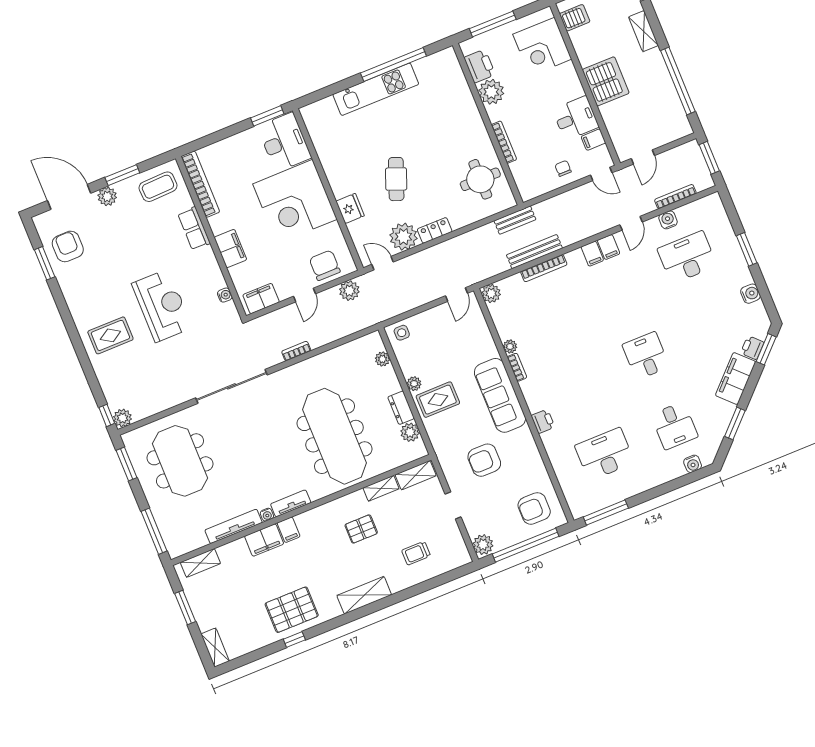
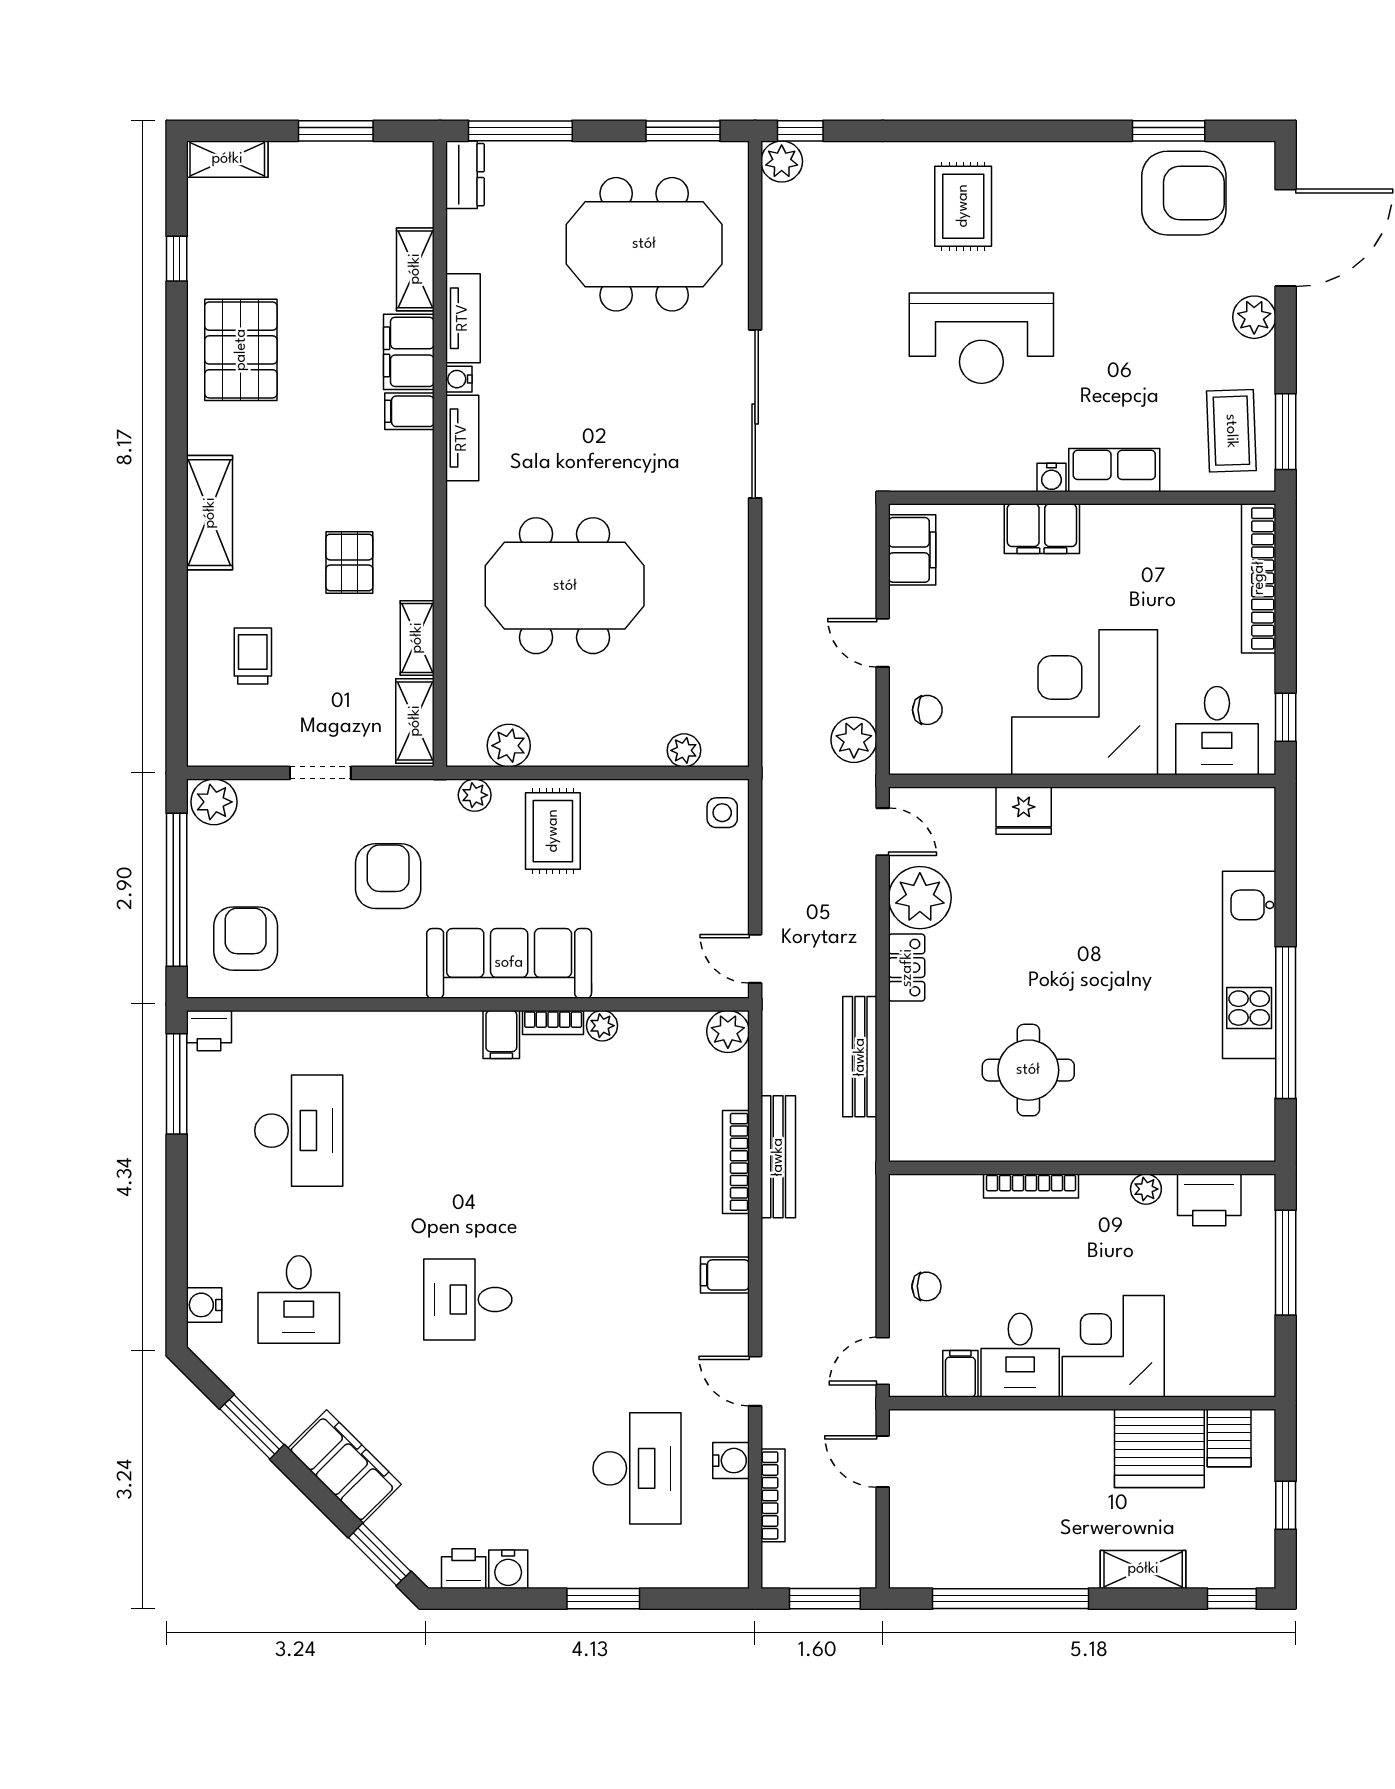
corner desk: (542, 47) -> (1113, 1346), moved
server rack: (606, 81) -> (1159, 1448), moved
plant: (491, 92) -> (1146, 1189), width x0.53, depth x0.53
window: (267, 116) -> (1286, 717), width x0.67
desk: (284, 142) -> (1217, 731), width x0.73
window: (122, 175) -> (1286, 432), moved
cafe table: (396, 179) -> (1046, 931), removed
round table: (480, 179) -> (1028, 1070), moved
bookcase: (200, 184) -> (1259, 578), moved, turned 90
bench: (515, 220) -> (860, 1057), moved, width x1.36
armchair: (68, 246) -> (1184, 193), width x1.36, depth x1.36
filing cabinet: (609, 247) -> (501, 1034), moved, turned -90
door: (383, 263) -> (883, 832), hinge flipped
chair: (325, 265) -> (927, 710), width x0.54, depth x0.54
water cooler: (225, 295) -> (1051, 477), moved
printer: (752, 348) -> (464, 1569), moved, turned -45
bookcase: (296, 351) -> (773, 578), removed
desk: (646, 356) -> (468, 1299), turned 180
plant: (414, 384) -> (475, 795), moved
dresser: (401, 408) -> (465, 175), moved, turned 90
printer: (543, 421) -> (209, 1031), moved
desk: (674, 426) -> (299, 1299), turned -90
meeting table: (334, 436) -> (565, 586), width x0.73
tv unit: (234, 526) -> (463, 318), width x0.71
shelving: (200, 563) -> (415, 269), moved
window: (294, 640) -> (177, 259), moved

